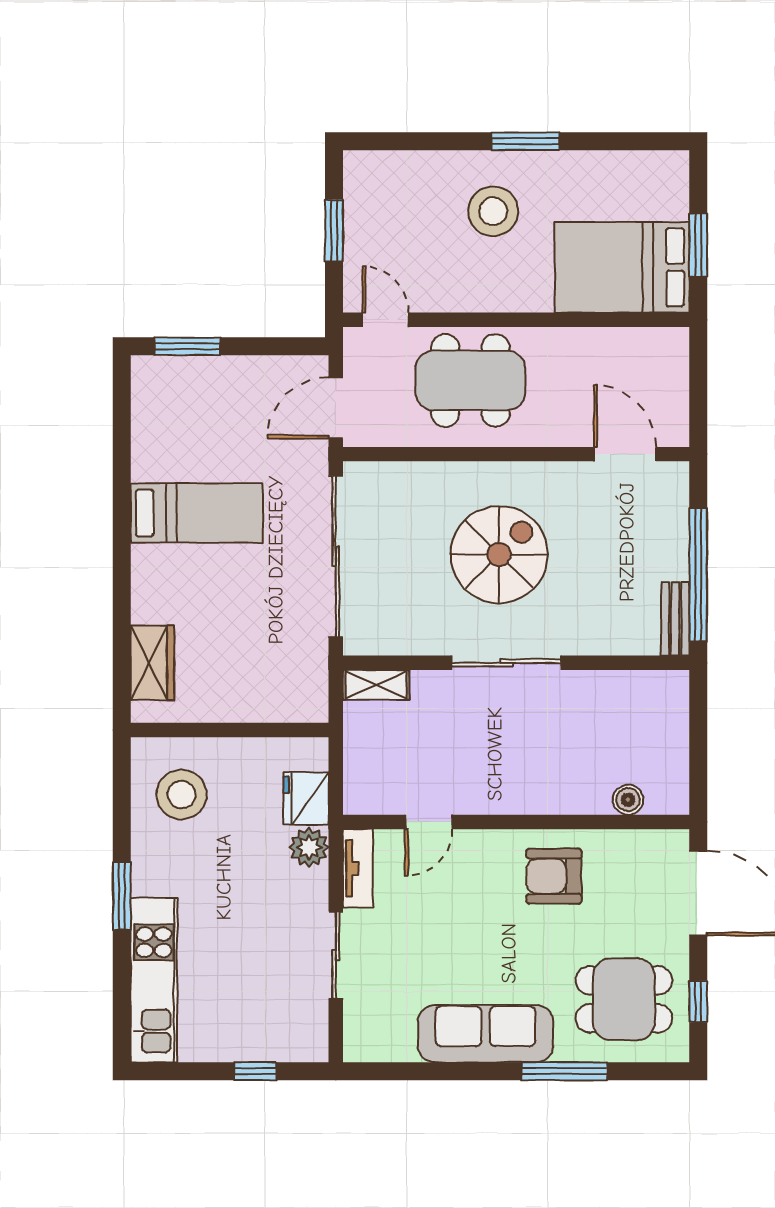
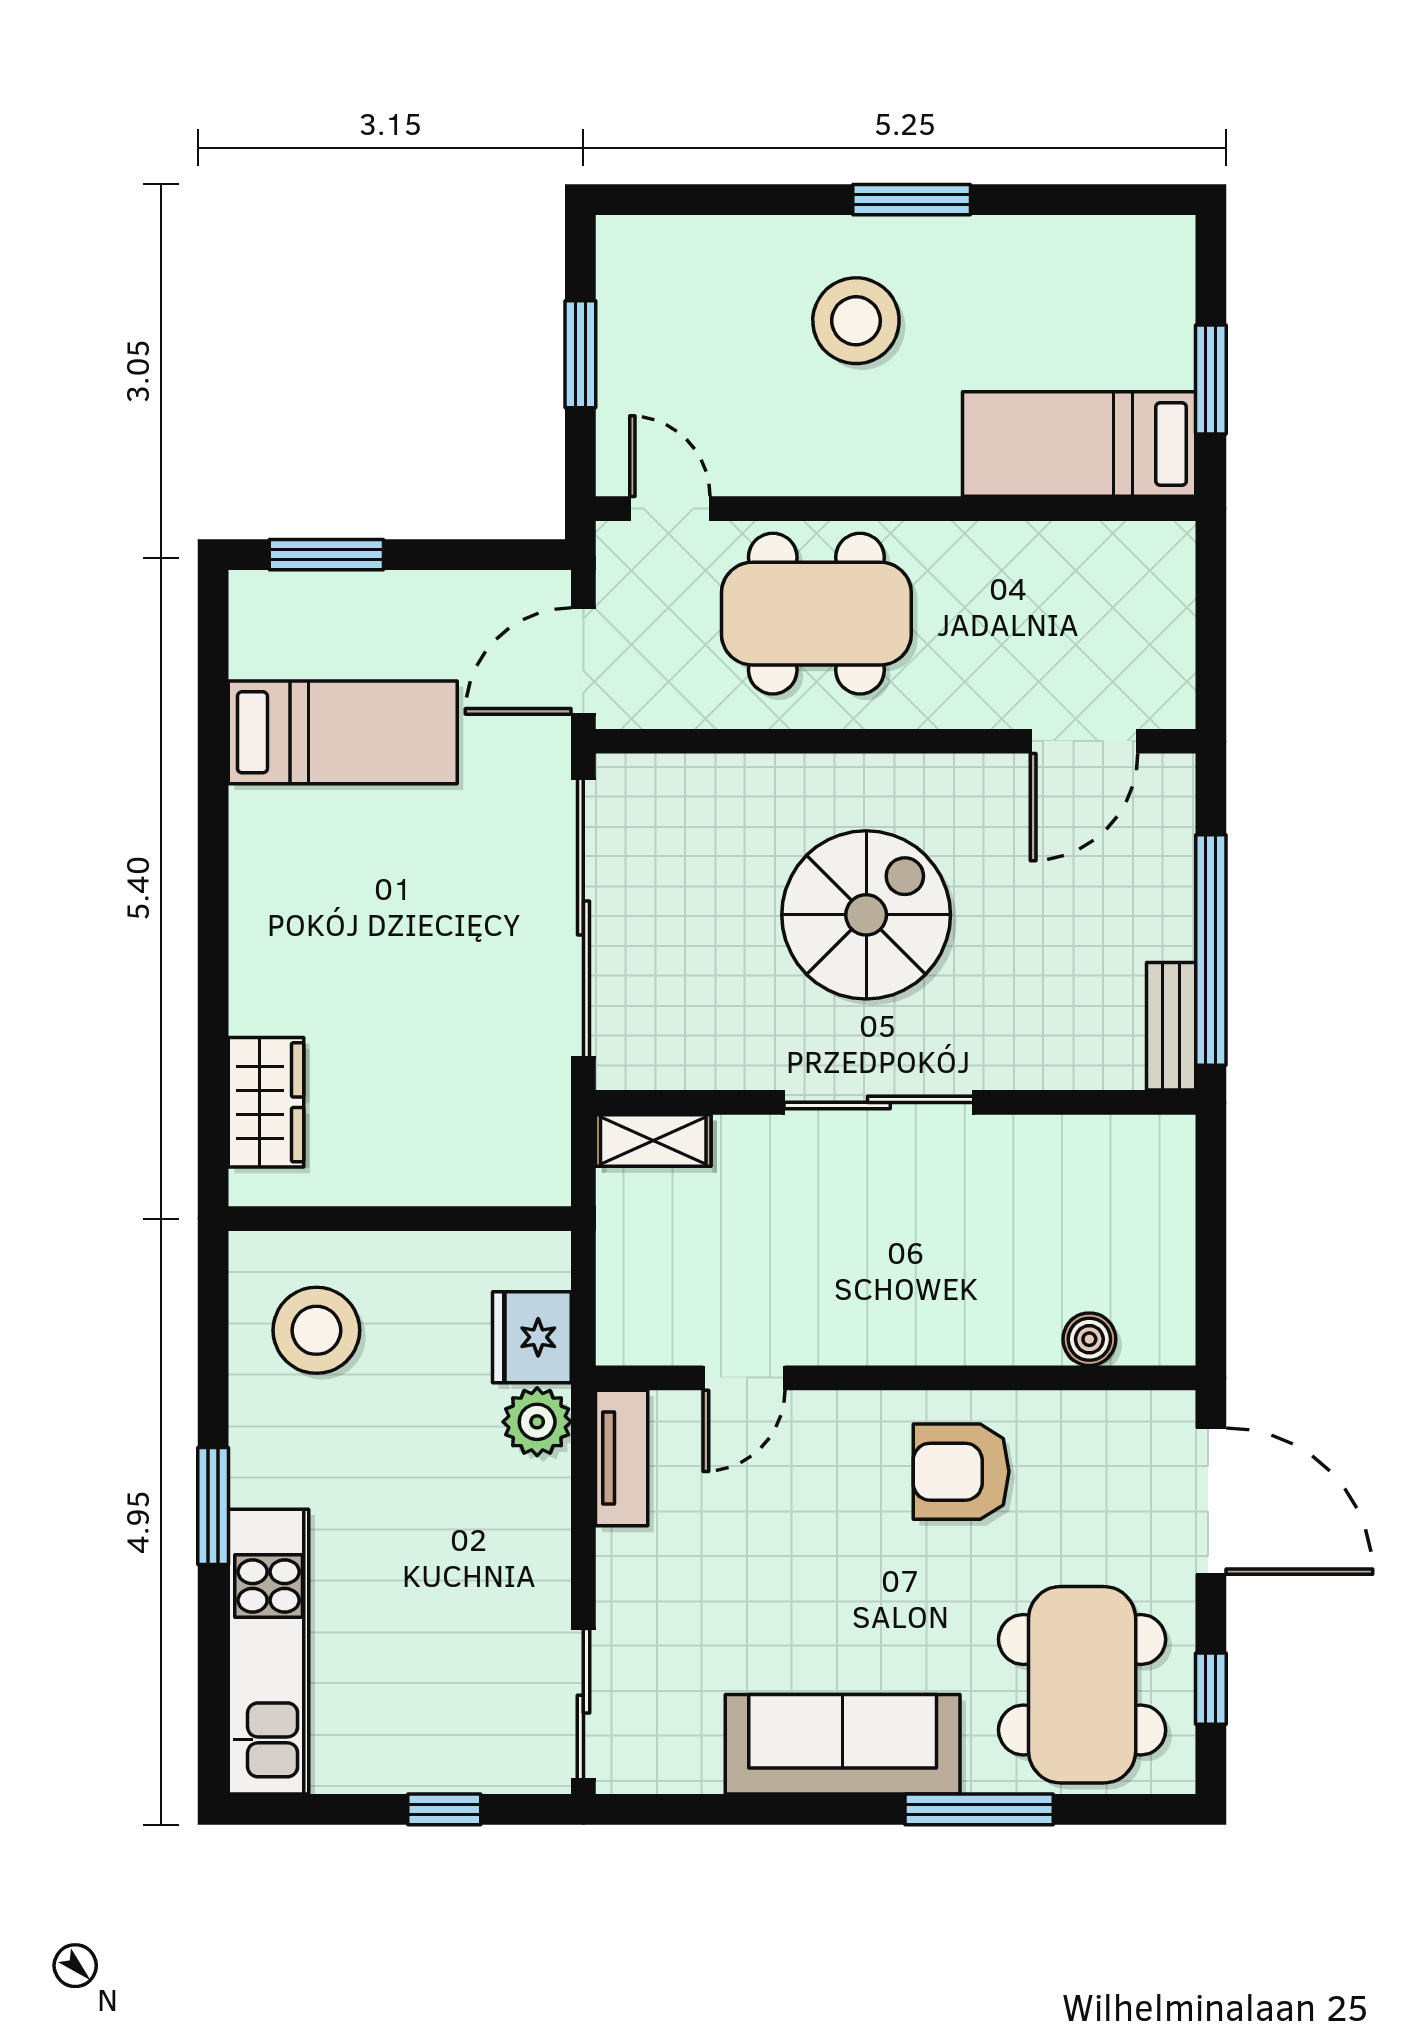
bed: (622, 267) -> (1079, 444), width x0.67
door: (625, 454) -> (1084, 741), swing flipped
bed: (197, 513) -> (343, 732), moved
sliding door: (336, 955) -> (583, 1704), moved
dining table: (624, 999) -> (1082, 1685), width x1.38

